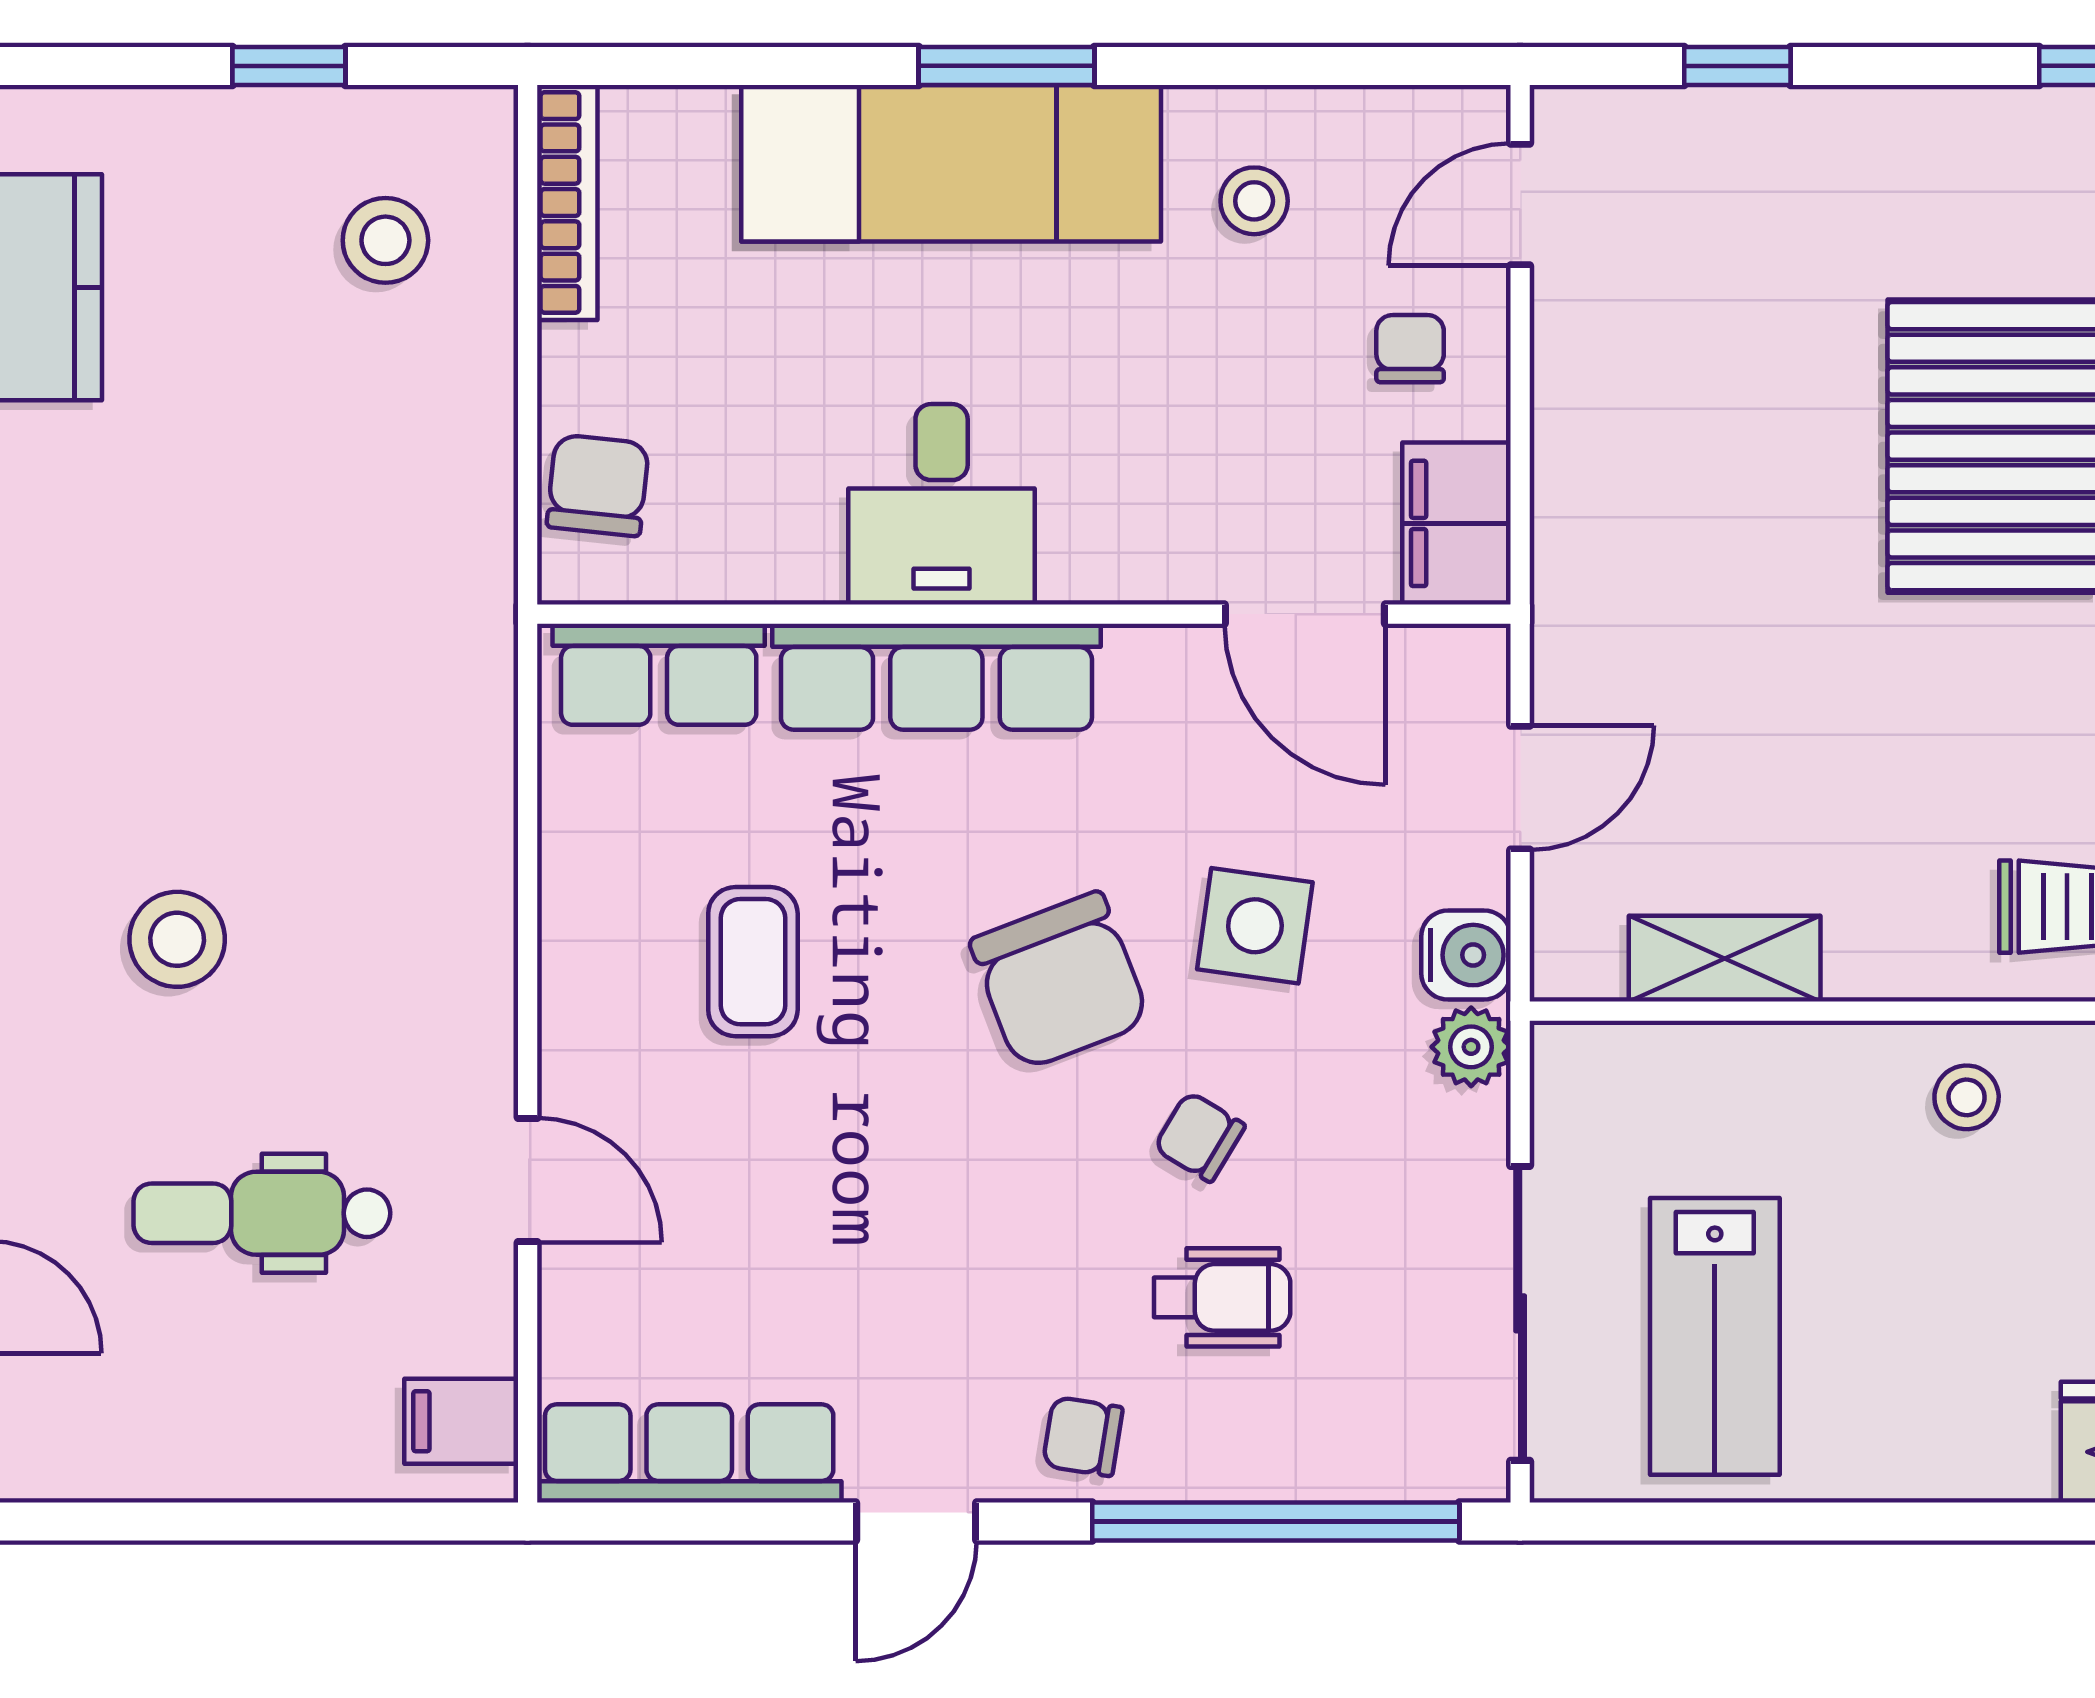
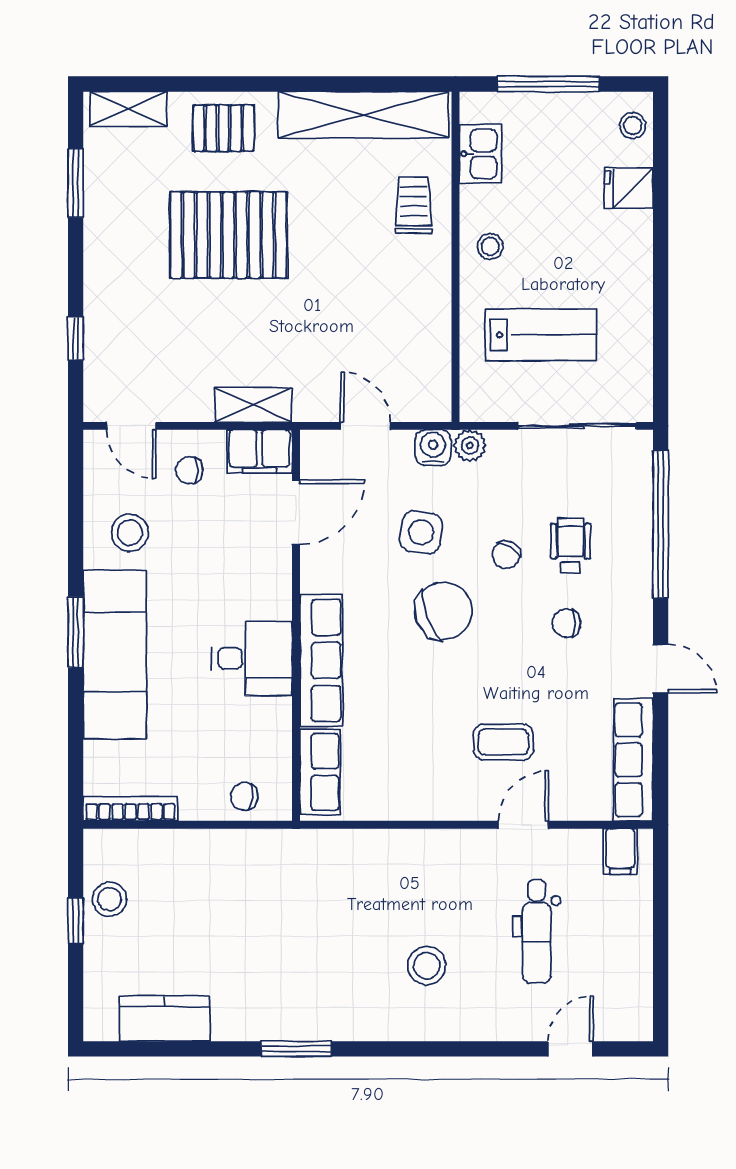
stool: (1254, 201) -> (130, 533), width x1.37, depth x1.37
stool: (385, 240) -> (110, 899), moved
chair: (598, 485) -> (244, 797), width x0.73, depth x0.73
shelving: (1725, 959) -> (253, 405), moved, turned 90
coffee table: (753, 962) -> (503, 742), moved
lab bench: (1715, 1336) -> (541, 335), moved
chair: (1083, 1436) -> (567, 623), moved, turned 81

